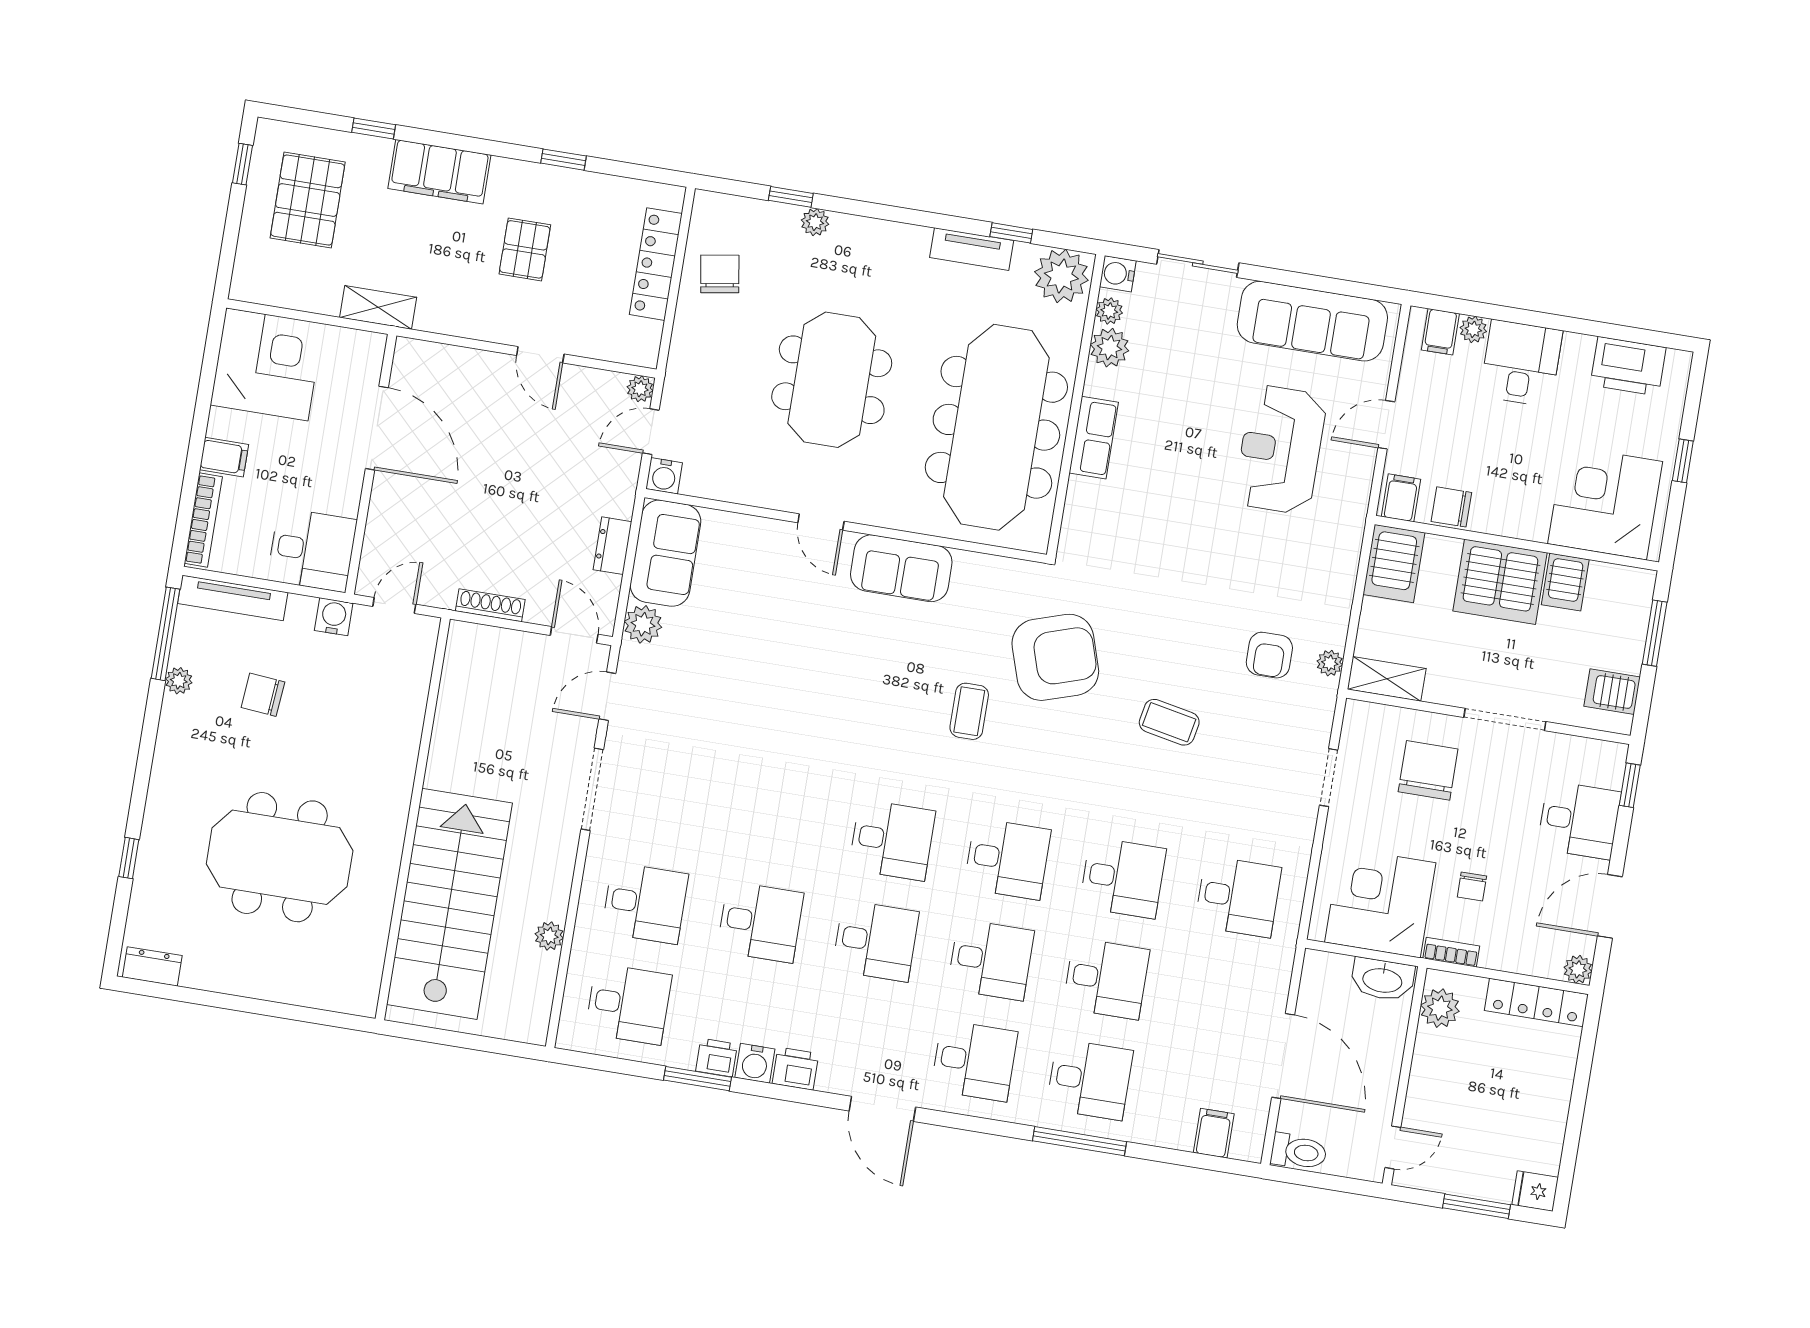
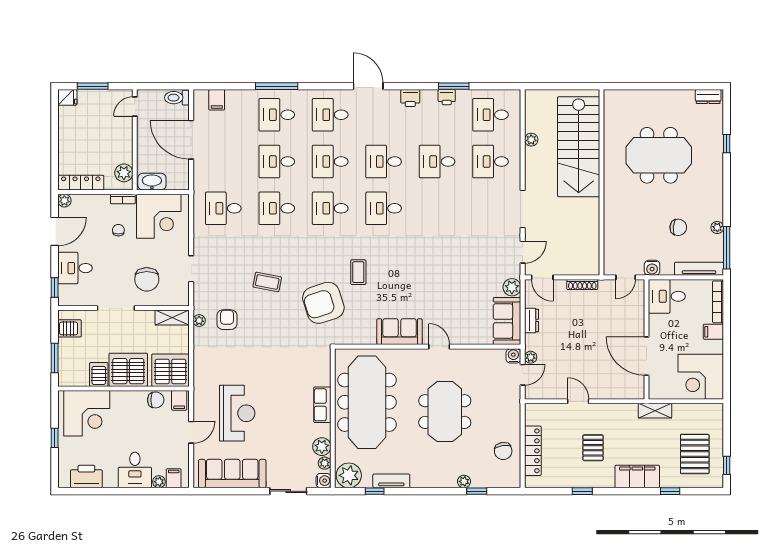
plant: (640, 389) -> (531, 357), moved
server rack: (1394, 564) -> (171, 370), width x1.60
water cooler: (755, 1063) -> (429, 97), removed

